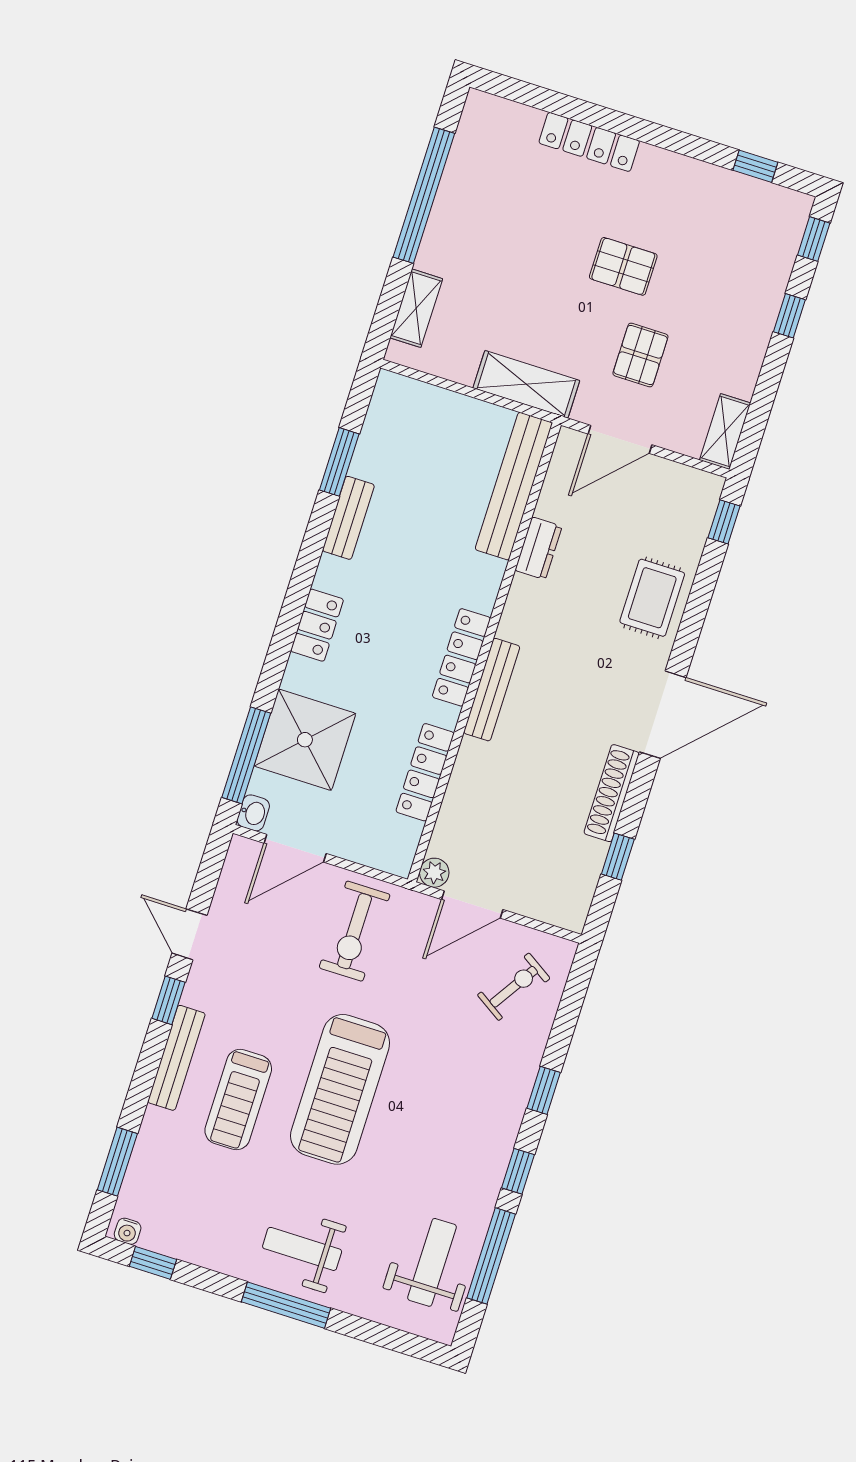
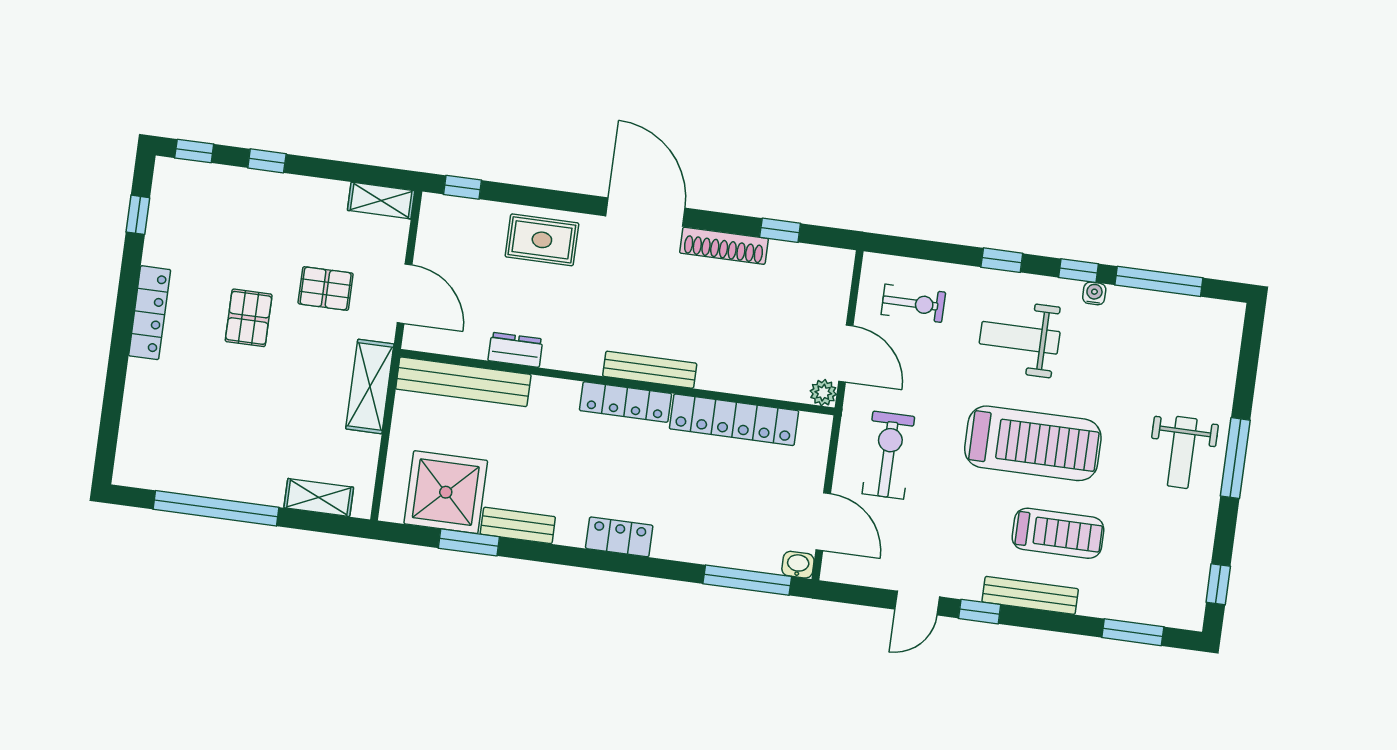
locker: (589, 142) -> (150, 313), moved
shower: (305, 740) -> (446, 492), moved
locker: (425, 772) -> (734, 420), width x1.41, depth x1.21
exercise bike: (355, 931) -> (888, 455), turned -90
exercise bike: (514, 987) -> (913, 303), turned 147
water cooler: (128, 1231) -> (1094, 293), moved, turned -90
weight bench: (432, 1262) -> (1020, 338), moved

